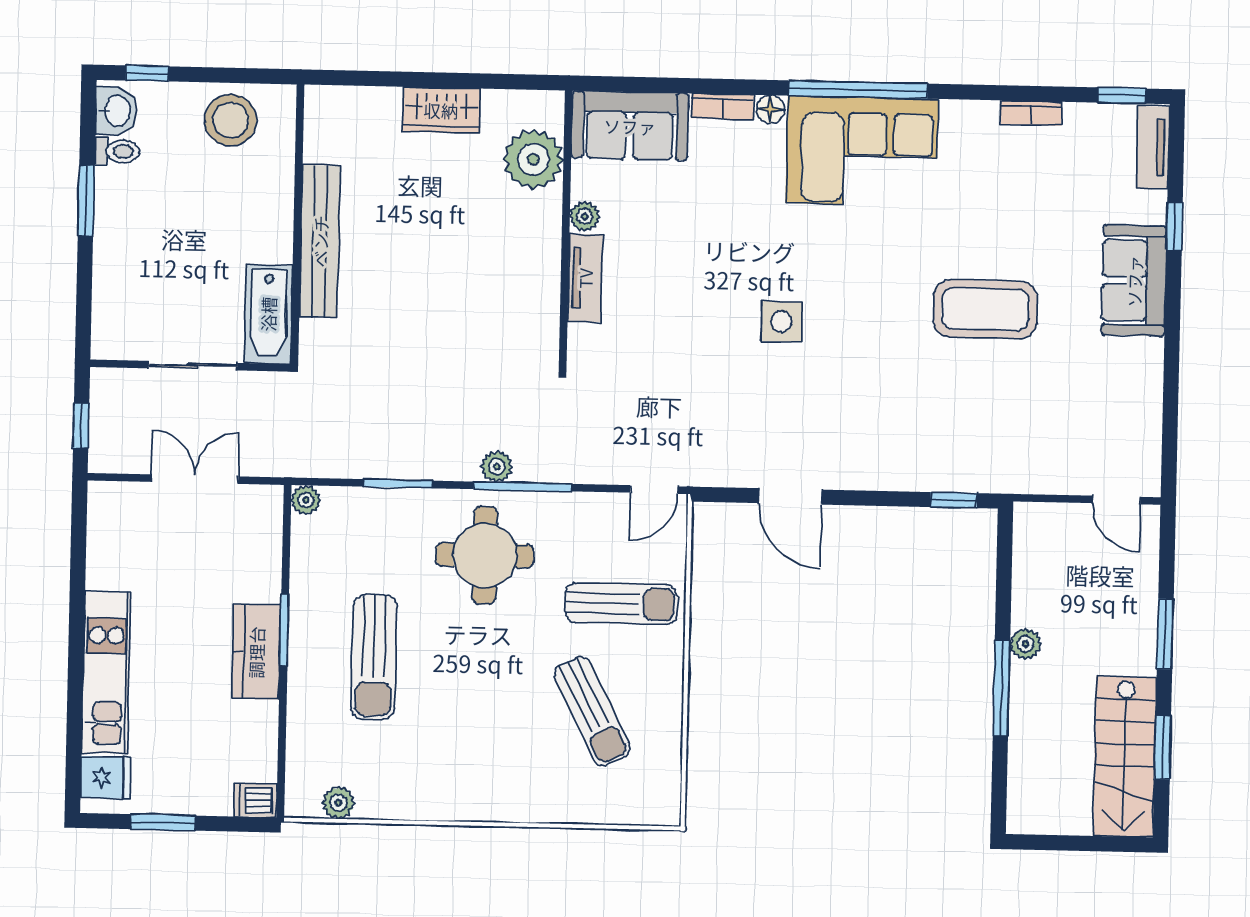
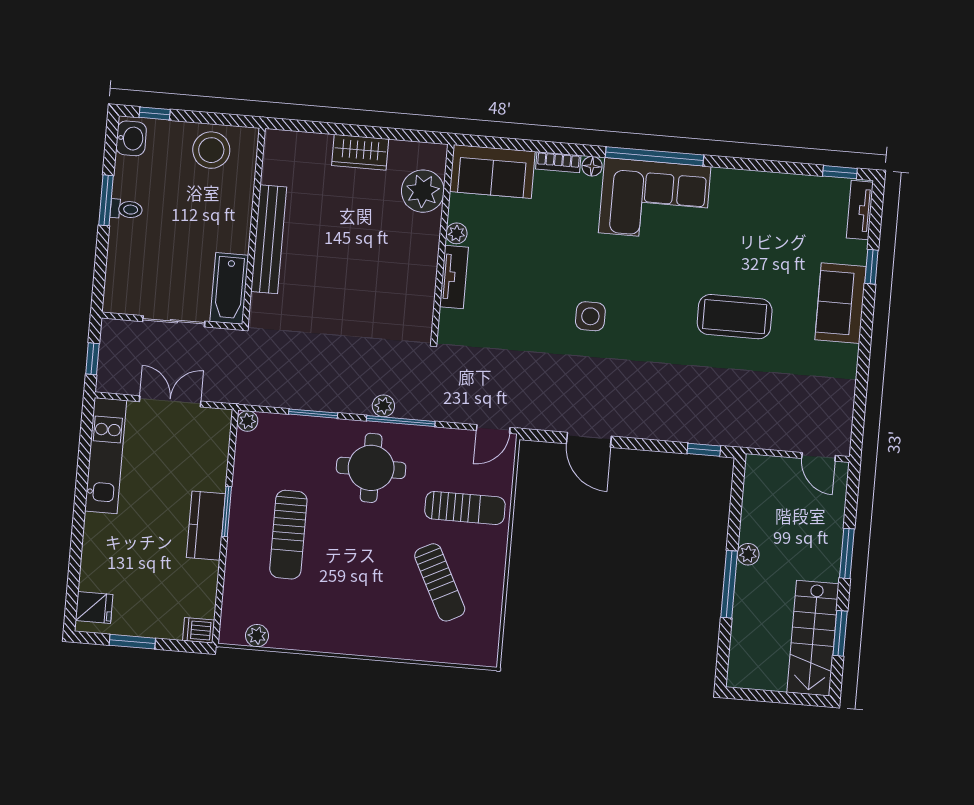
bookcase: (1031, 113) -> (776, 181), removed
toilet: (117, 151) -> (126, 209), moved
kitchen unit: (106, 673) -> (106, 456), moved

